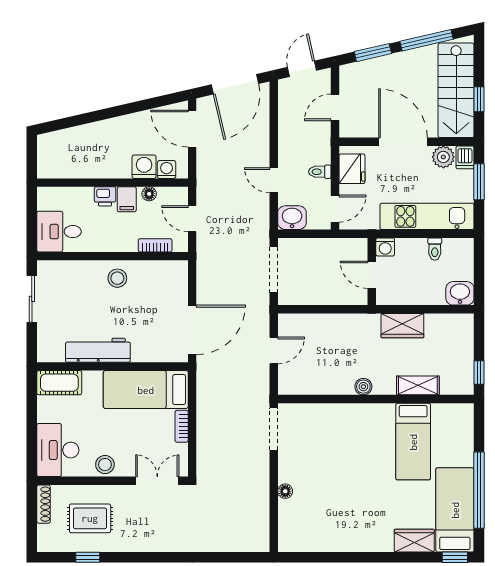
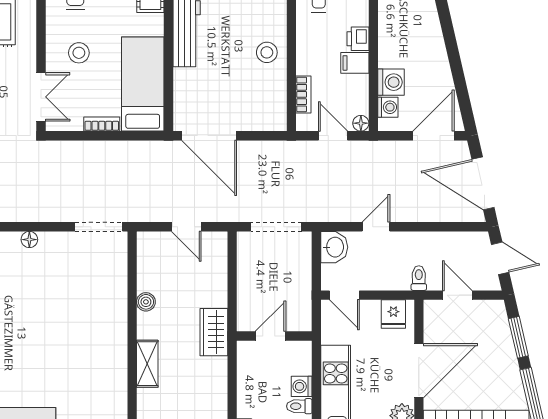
fridge: (352, 169) -> (393, 314), width x0.72
toilet: (320, 172) -> (419, 278), moved
floor lamp: (149, 194) -> (361, 123), moved
door: (192, 219) -> (333, 136), hinge flipped
washing machine: (385, 247) -> (302, 386), moved
wardrobe: (402, 326) -> (214, 332), moved
shelving: (418, 385) -> (147, 364), moved
boiler: (363, 387) -> (146, 302), moved
bed: (413, 442) -> (85, 382), removed
stool: (105, 465) -> (79, 53), moved

